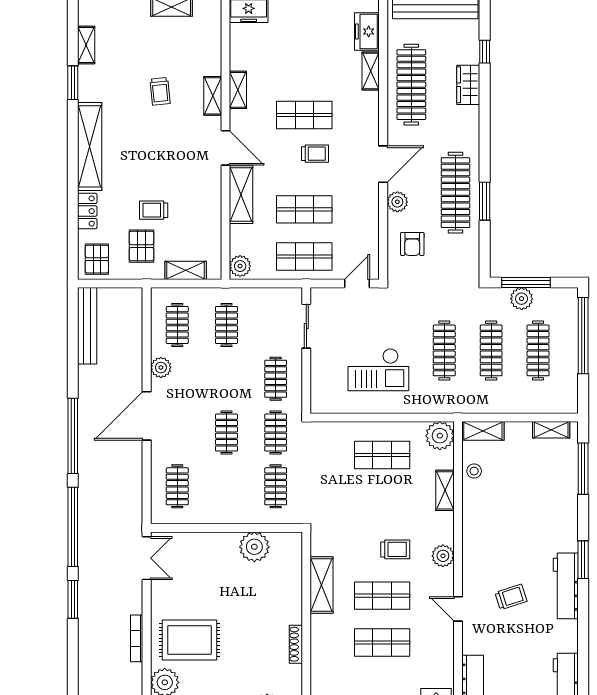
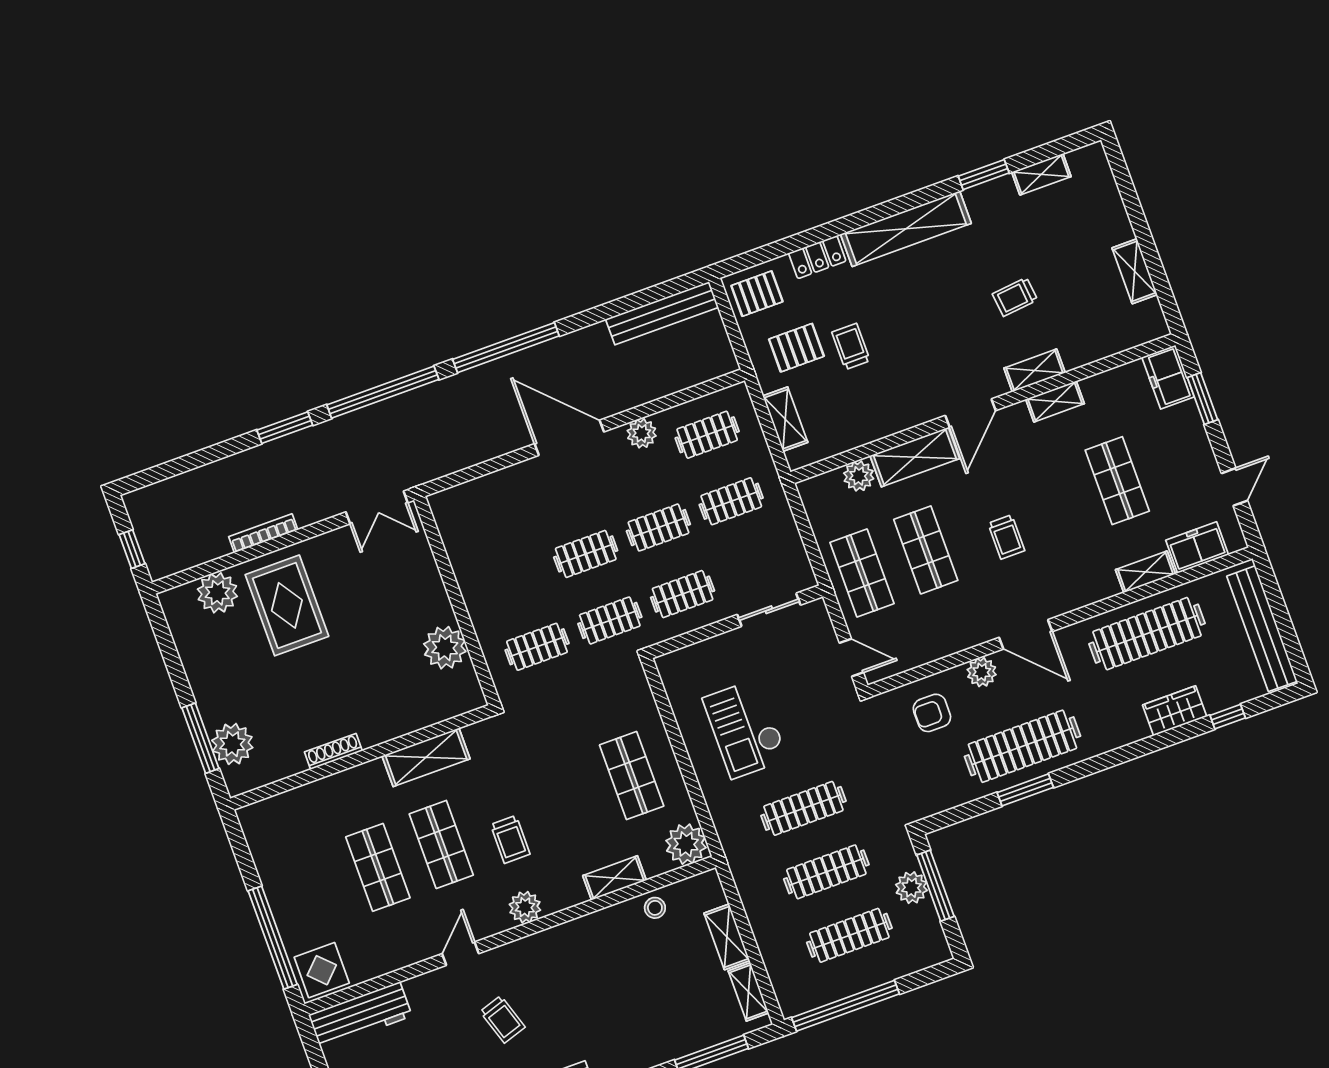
shop shelf: (304, 115) -> (1117, 481), moved
plant: (240, 266) -> (859, 476), moved
window: (583, 336) -> (846, 1006), moved
shelving: (483, 431) -> (727, 937), moved
clothes rail: (177, 486) -> (658, 528), moved

